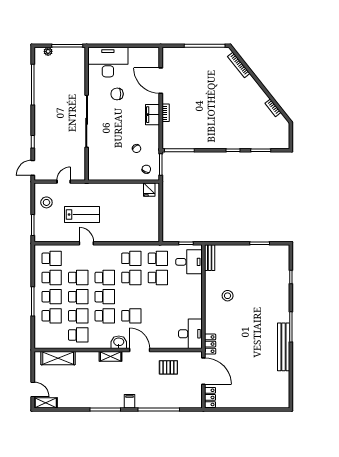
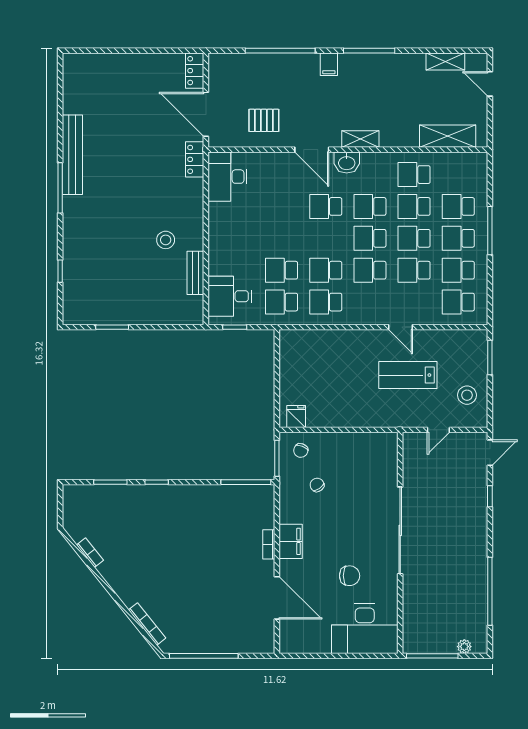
bench: (210, 258) -> (195, 273), moved
shelving: (46, 403) -> (445, 61), moved

